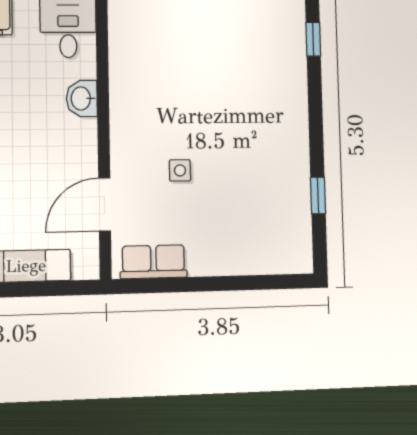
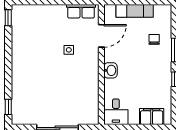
washbasin: (82, 98) -> (110, 70), moved
window: (318, 196) -> (8, 18), moved

